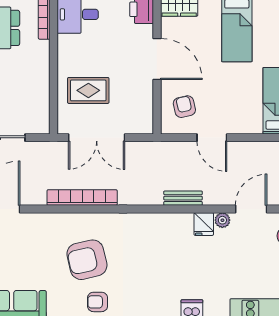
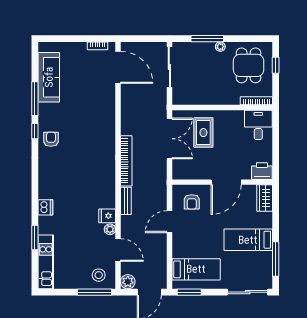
armchair: (184, 107) -> (192, 202), turned 103
double door: (97, 138) -> (169, 139), swing flipped
bookcase: (82, 198) -> (126, 161), moved
armchair: (87, 260) -> (81, 132), removed

